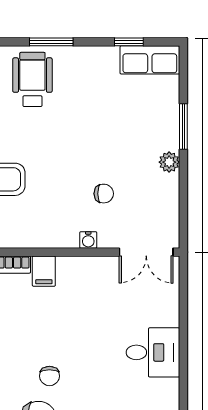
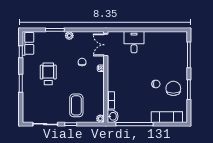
wheelchair: (32, 79) -> (48, 74), moved, turned 90
double door: (146, 252) -> (106, 45), swing flipped
filing cabinet: (44, 271) -> (113, 86), removed
desk: (153, 352) -> (134, 42), moved

